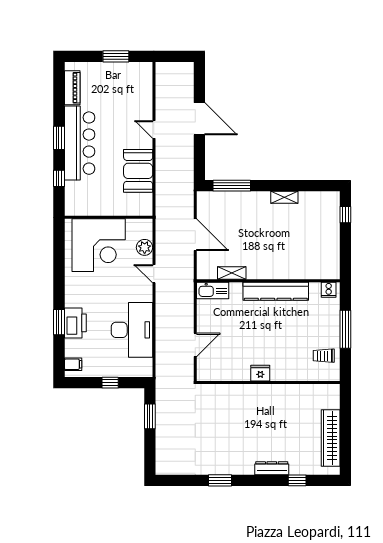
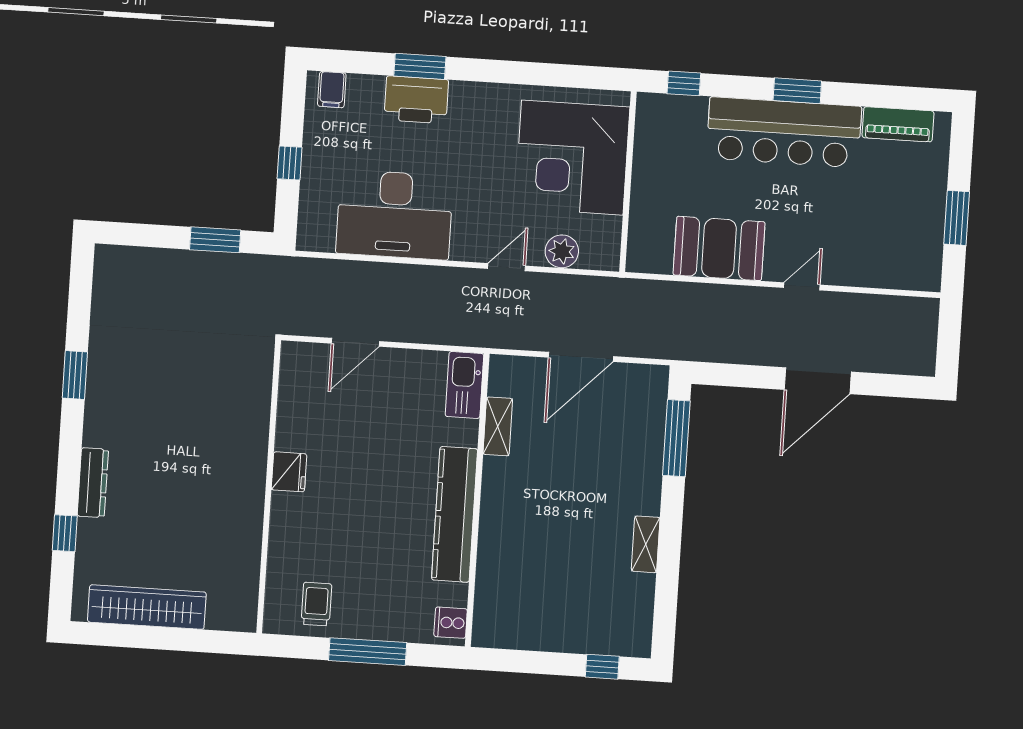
window: (59, 178) -> (684, 83), moved
door: (195, 345) -> (355, 342), hinge flipped

